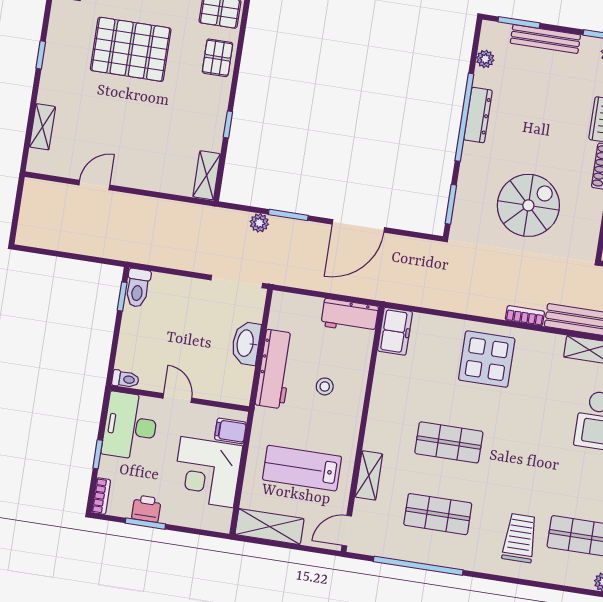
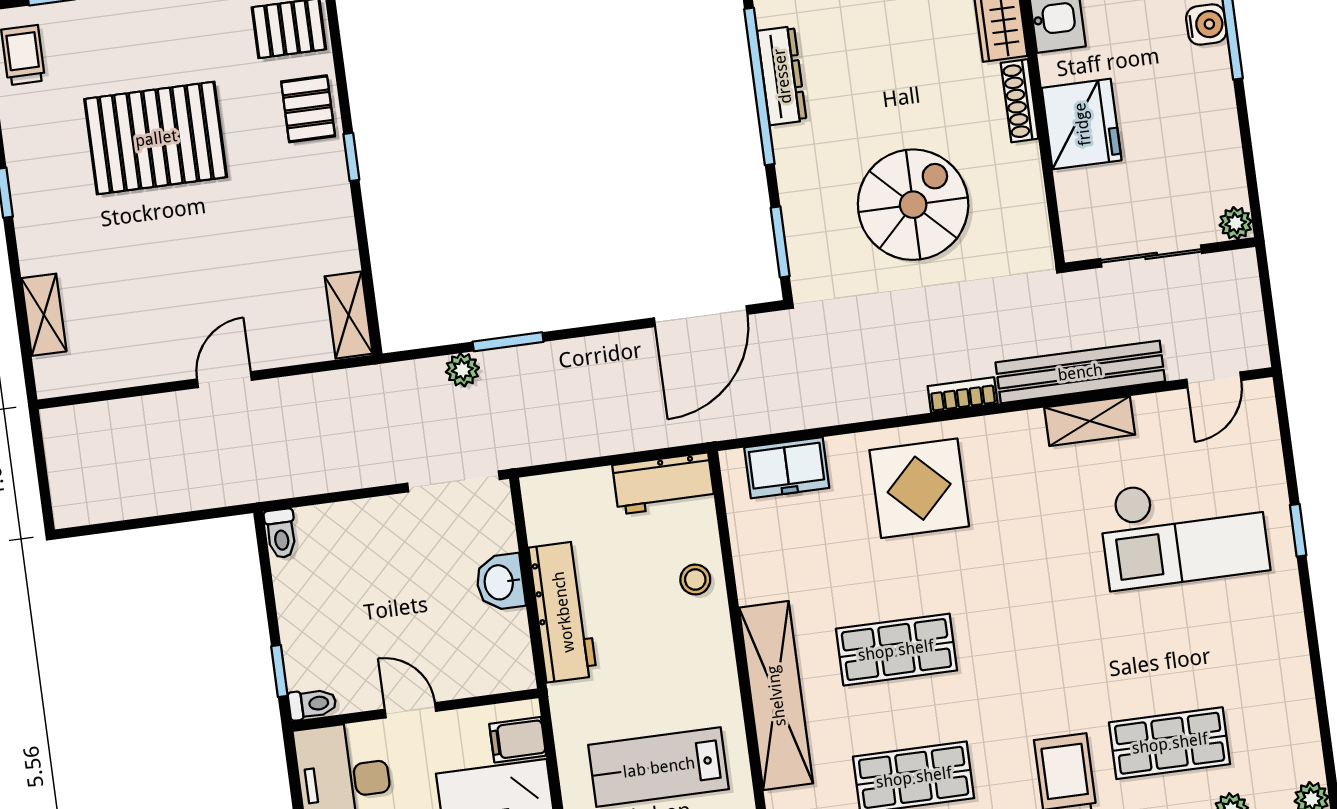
window: (228, 124) -> (351, 157), moved
door: (94, 185) -> (224, 380), moved
door: (358, 226) -> (701, 316), moved
toilet: (138, 288) -> (281, 533), width x0.73, depth x0.72
window: (122, 296) -> (279, 671), moved
freezer: (395, 331) -> (787, 468), moved, turned 90
washbasin: (246, 343) -> (500, 582), width x0.72
stool: (325, 386) -> (695, 579), moved
shelving: (369, 475) -> (776, 696), width x2.20, depth x1.33

